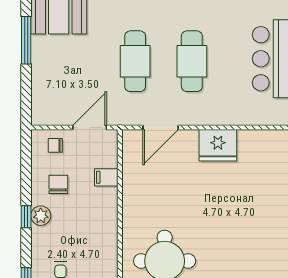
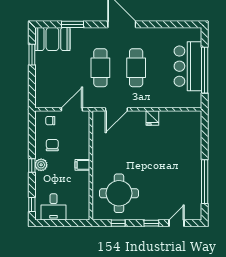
window: (26, 40) -> (32, 55), width x0.69
fridge: (218, 145) -> (152, 118), width x0.53, depth x0.75
filing cabinet: (106, 177) -> (82, 165), moved

